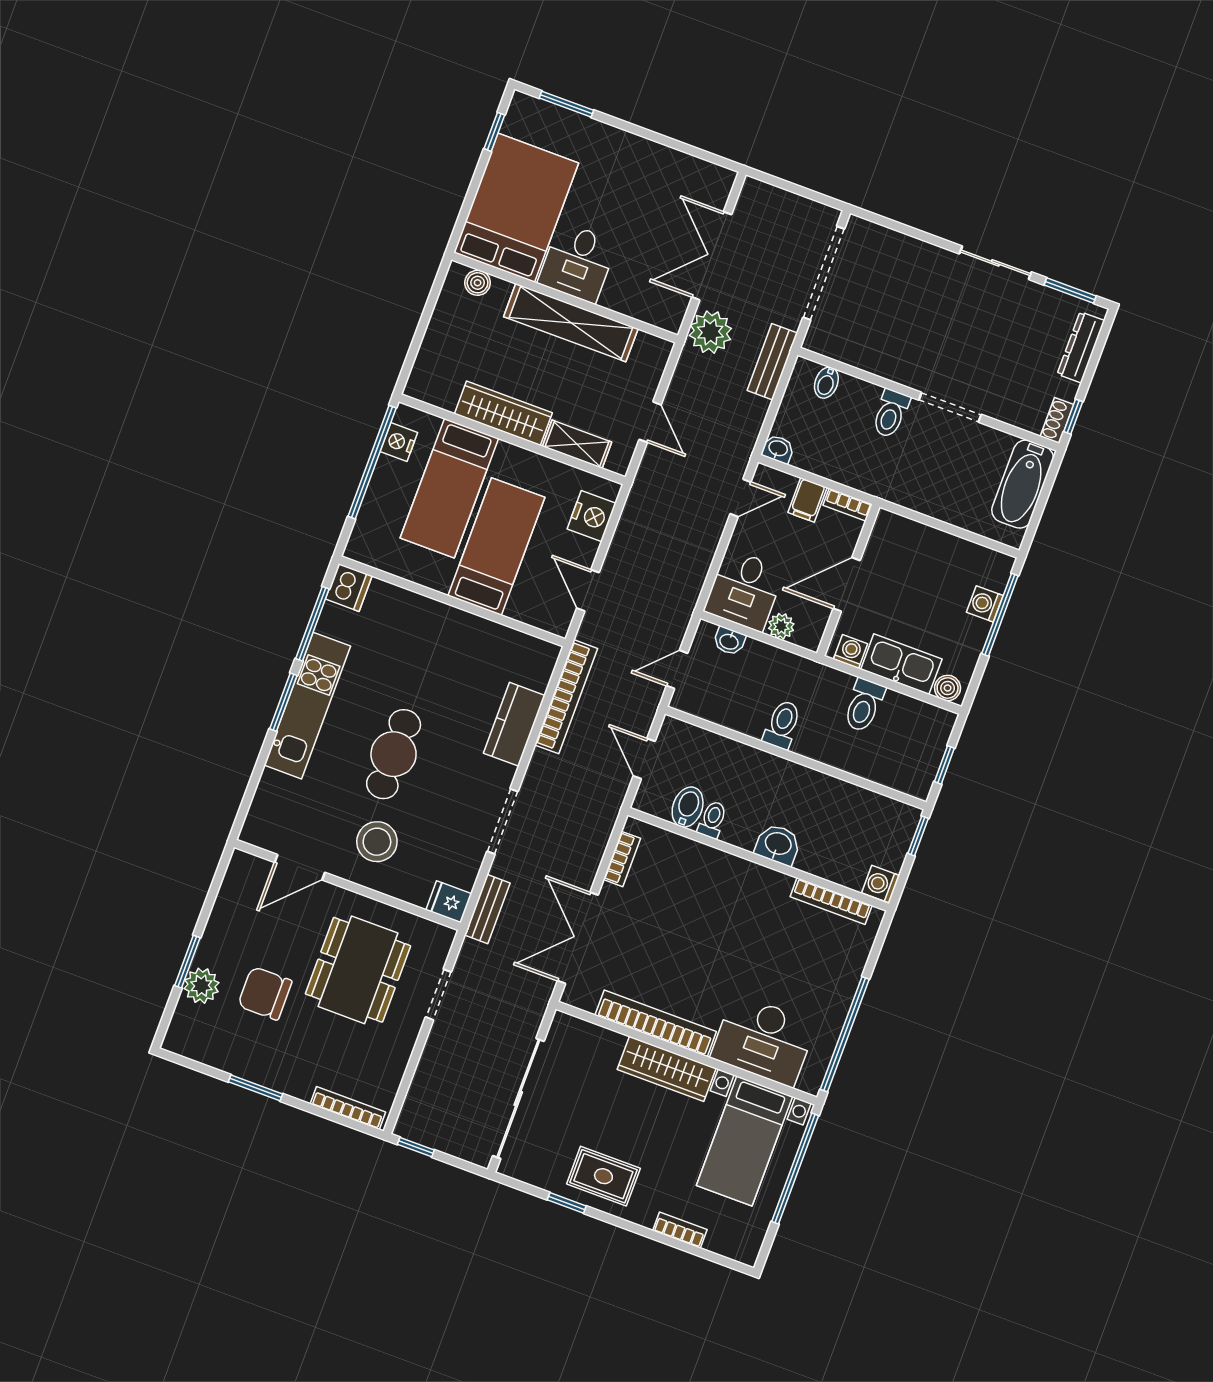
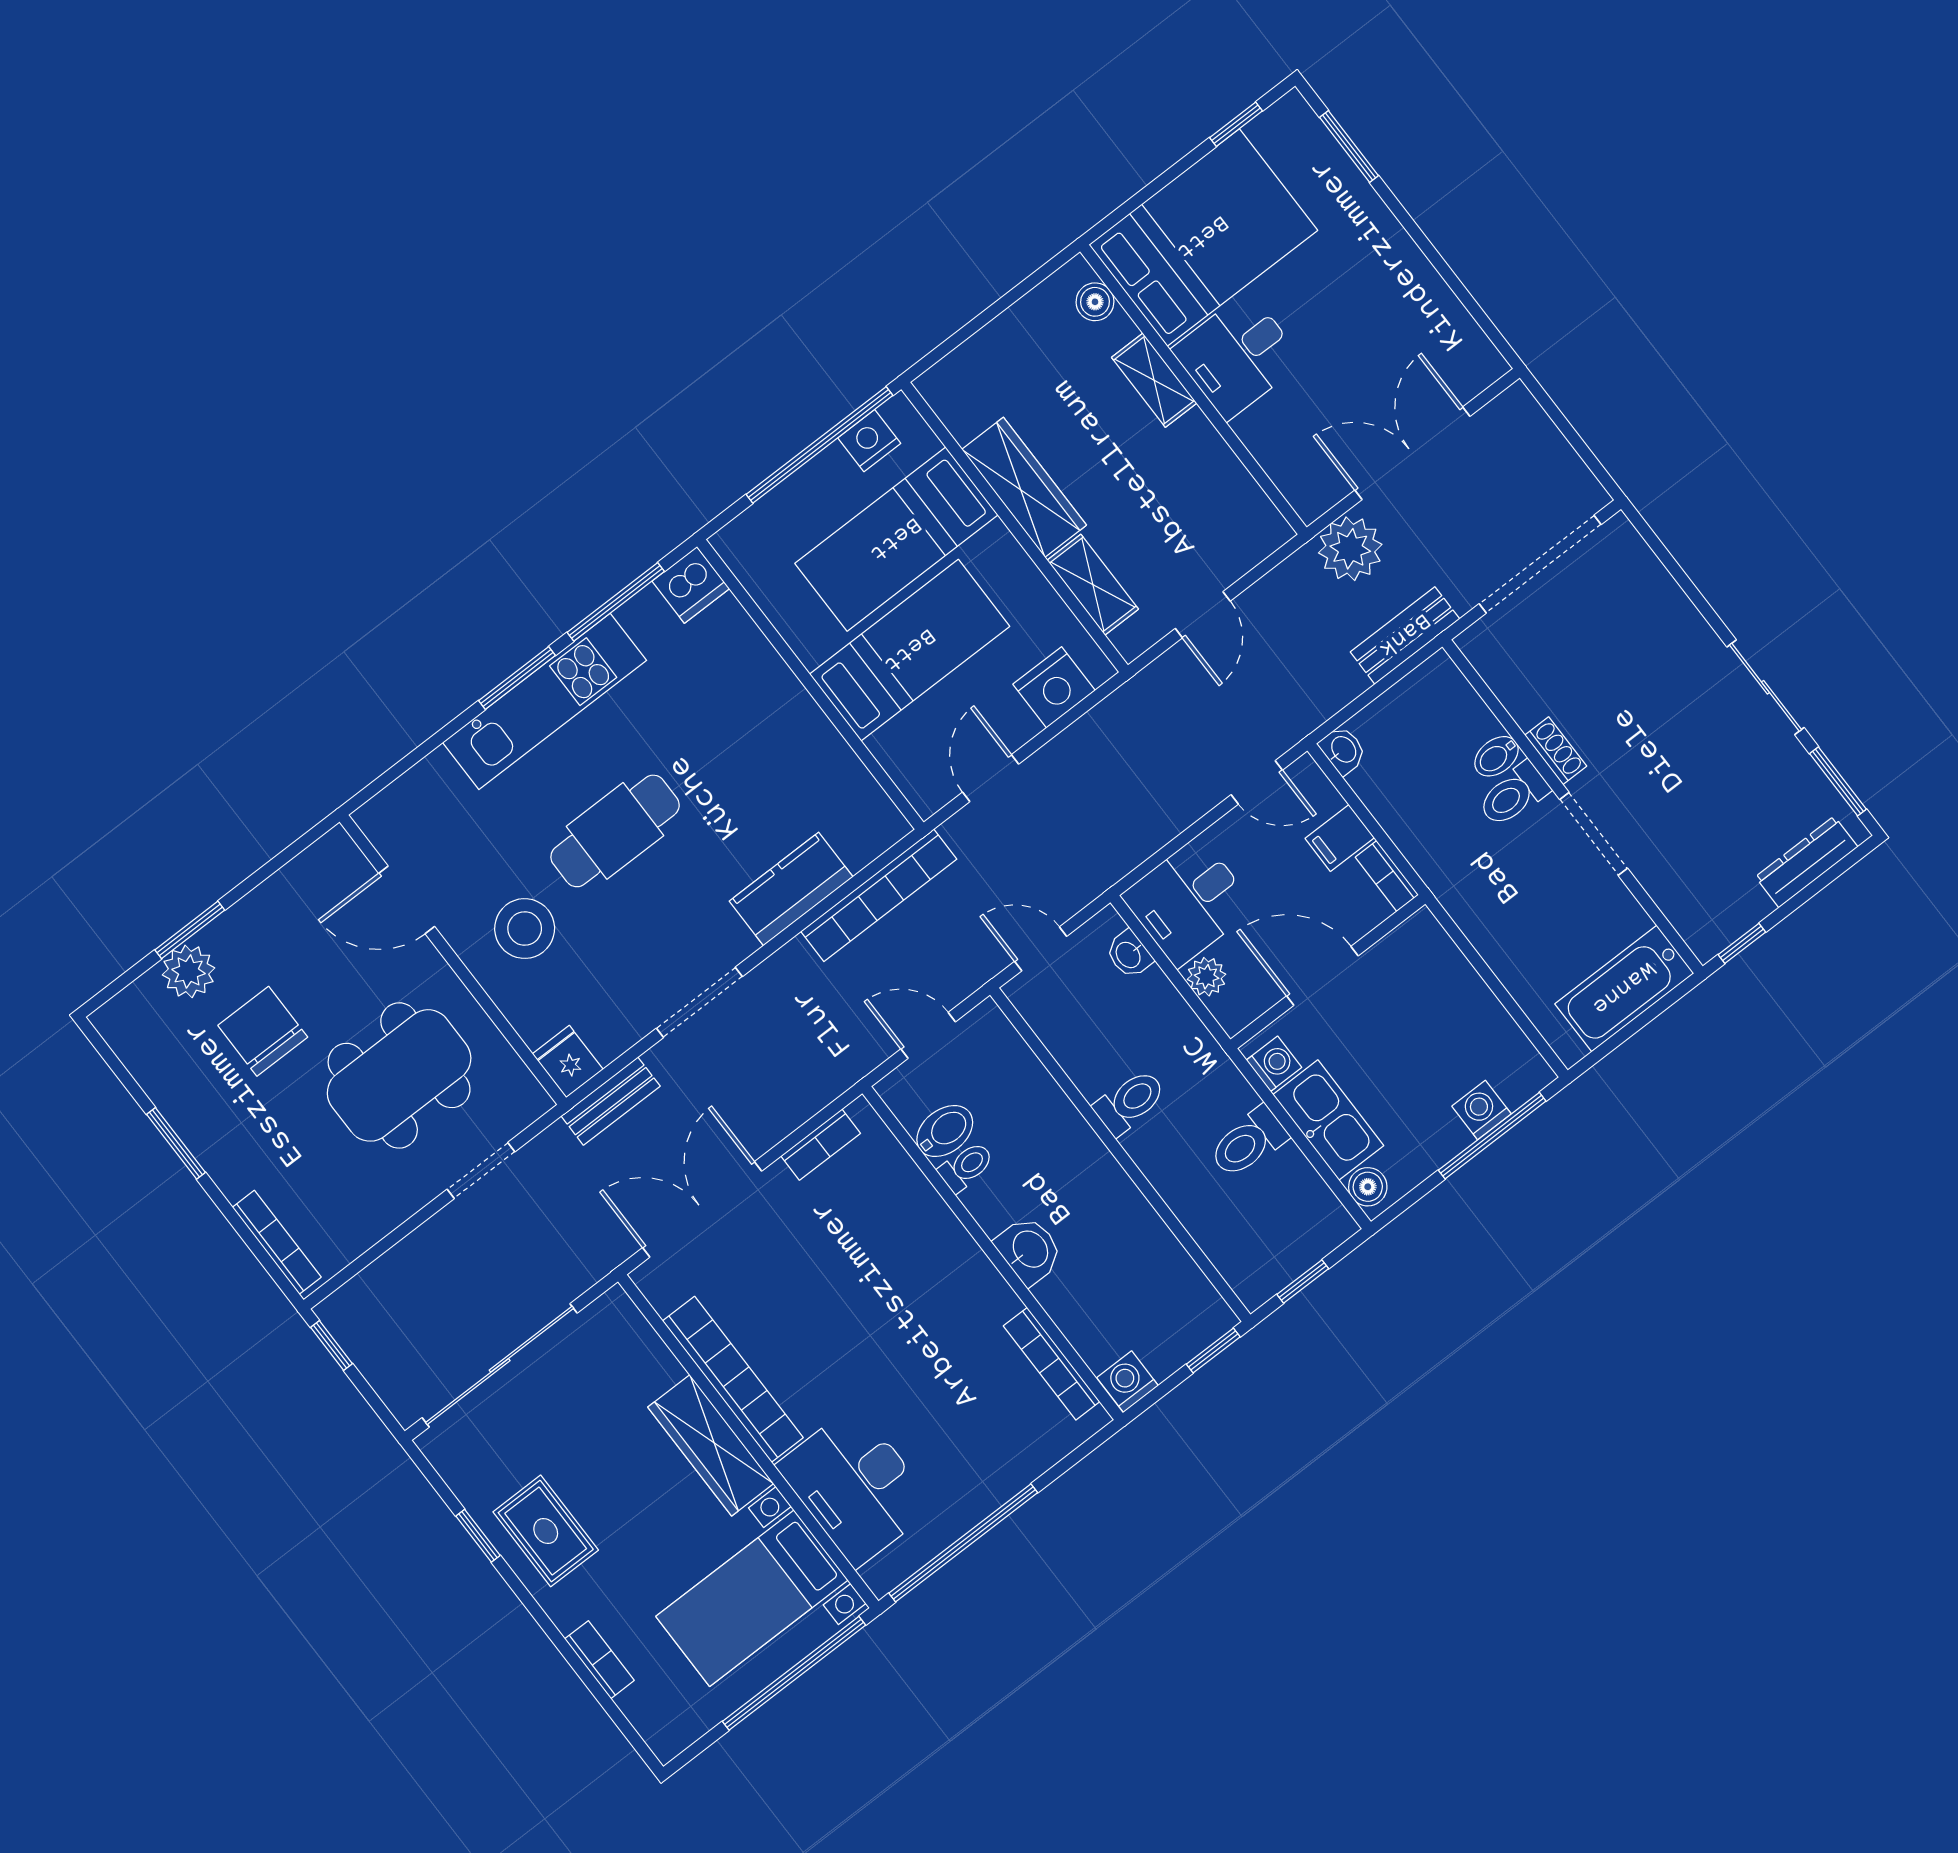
shelving: (571, 323) -> (1154, 380), width x0.45, depth x0.75
bidet: (826, 383) -> (1496, 756), moved
shoe rack: (1057, 421) -> (1556, 751), moved, turned 90
door: (644, 759) -> (928, 1035), hinge flipped

